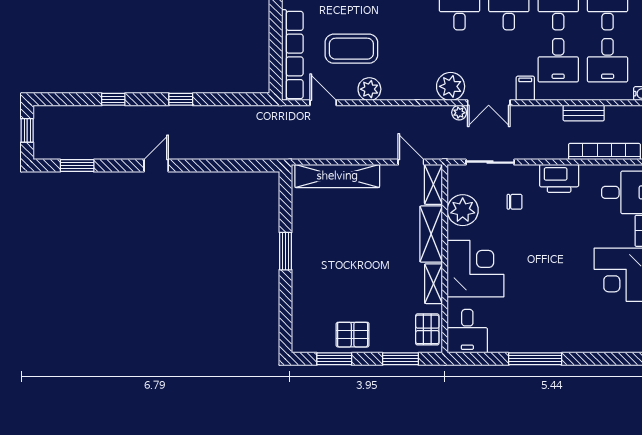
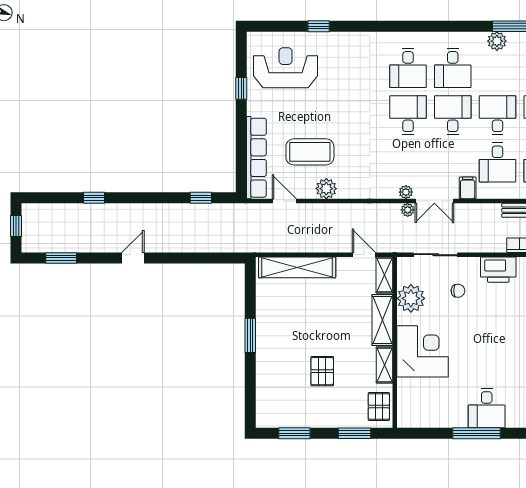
plant: (451, 86) -> (406, 192), width x0.53, depth x0.53
window: (181, 99) -> (201, 198), moved
desk: (467, 331) -> (487, 408), moved
pallet: (353, 335) -> (322, 371), moved, turned 90

